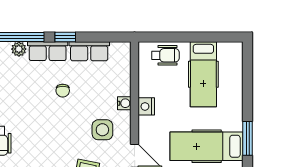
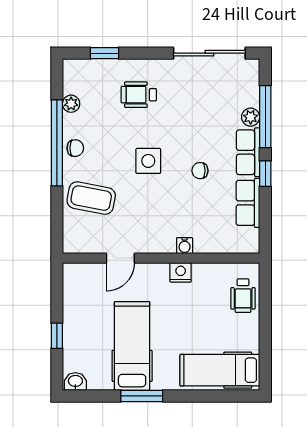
hospital bed: (203, 74) -> (220, 370), moved
side table: (102, 130) -> (148, 161), moved

